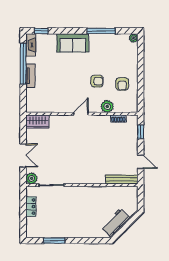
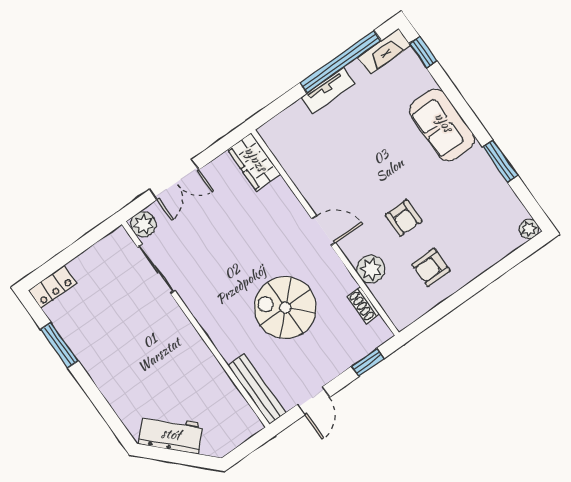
window: (101, 31) -> (500, 161), width x0.69
spiral stairs: (99, 148) -> (285, 308), added
locker: (31, 207) -> (53, 287), moved

